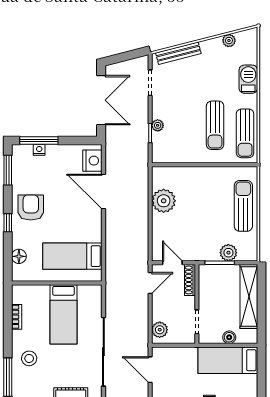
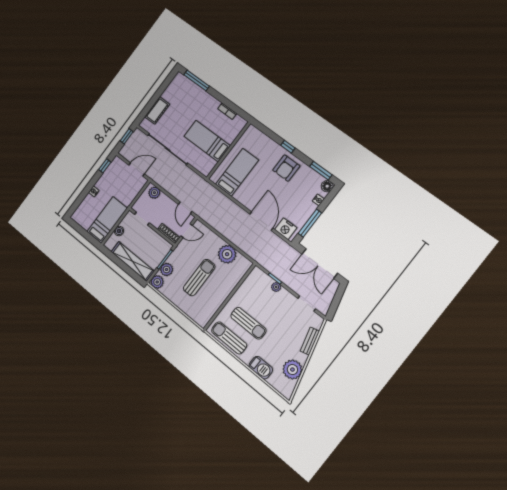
plant: (229, 41) -> (292, 370), width x1.87, depth x1.87
bench: (178, 53) -> (310, 341), width x0.73
sun lounger: (215, 125) -> (248, 323), turned 180
window: (39, 141) -> (310, 223), moved
door: (103, 192) -> (261, 221), hinge flipped
sun lounger: (243, 206) -> (199, 278), moved, turned -90
armchair: (31, 207) -> (286, 168), turned 90
plant: (249, 253) -> (157, 282), added
floor lamp: (19, 256) -> (327, 186), moved
stool: (29, 358) -> (197, 101), removed

